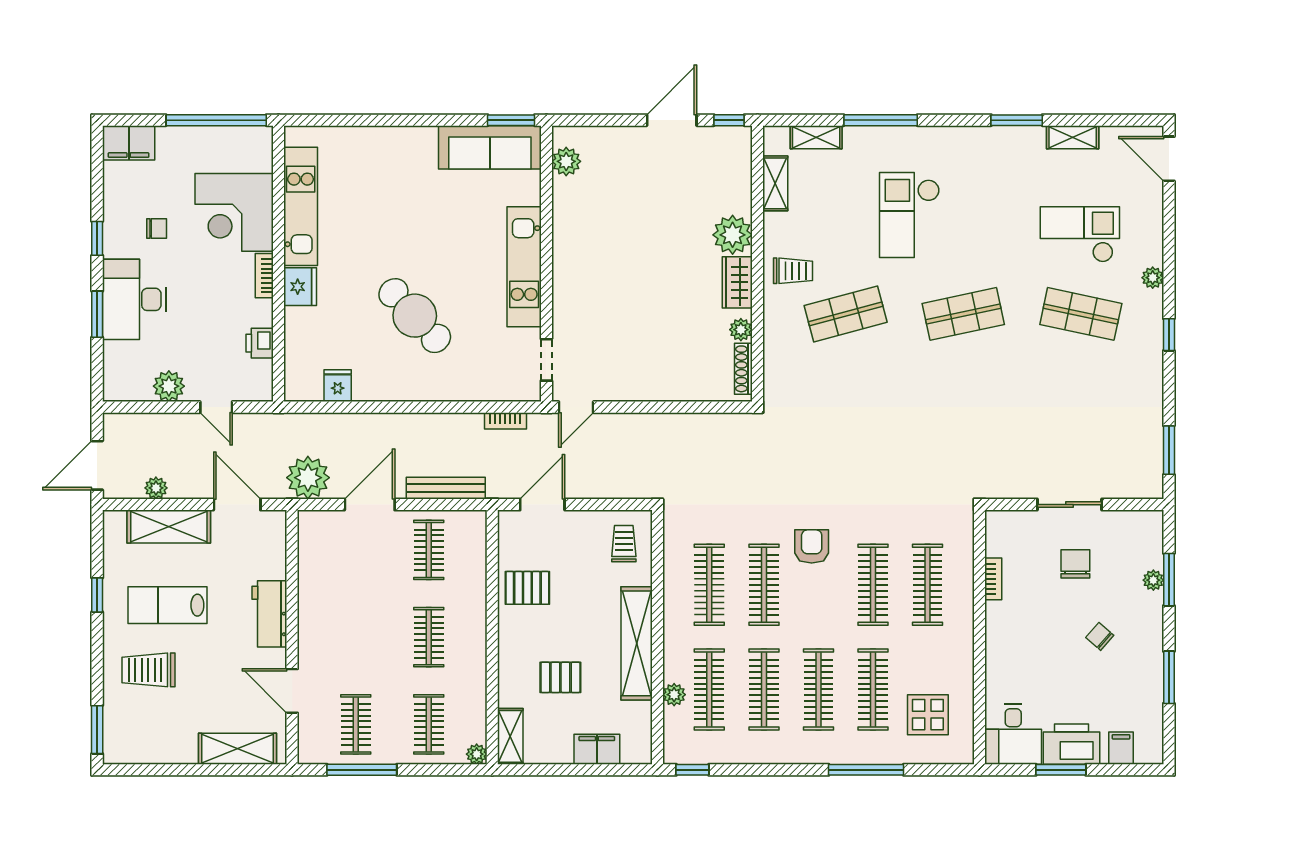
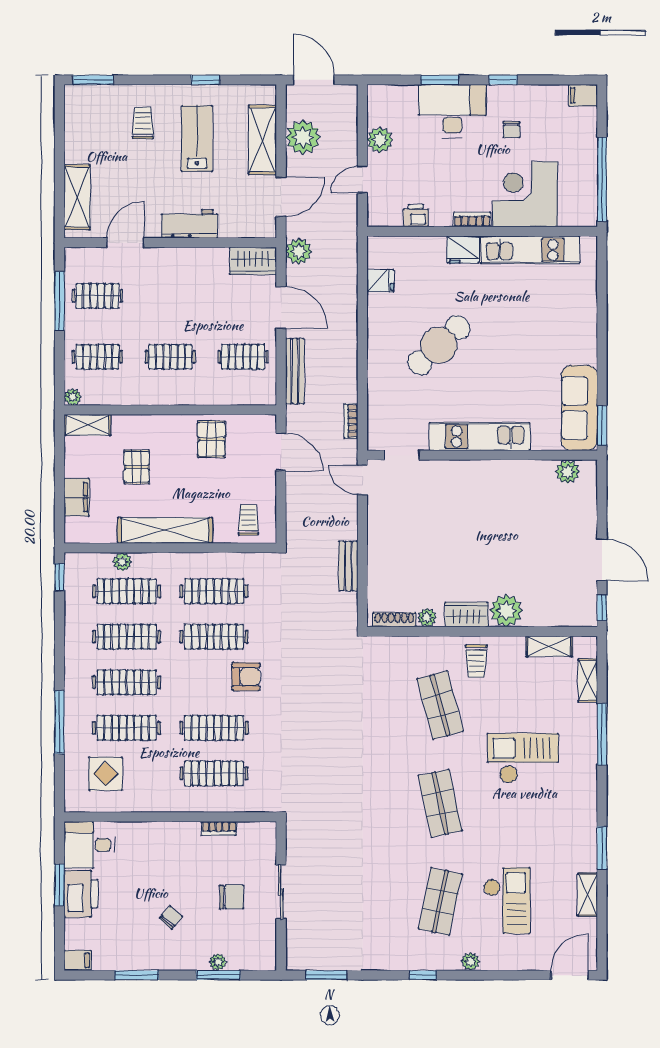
filing cabinet: (129, 143) -> (583, 95), width x0.50
bench: (679, 424) -> (348, 566), added
plant: (308, 478) -> (299, 251), width x0.73, depth x0.73
plant: (156, 488) -> (303, 137), width x1.87, depth x1.87
wardrobe: (314, 538) -> (253, 261), added
trolley: (624, 544) -> (248, 520), turned -90
trolley: (149, 670) -> (143, 123), width x0.73, depth x0.72
filing cabinet: (1121, 748) -> (78, 960), moved

